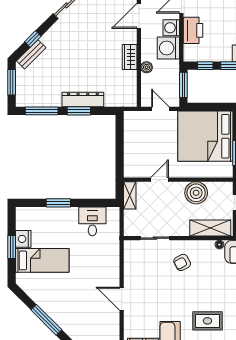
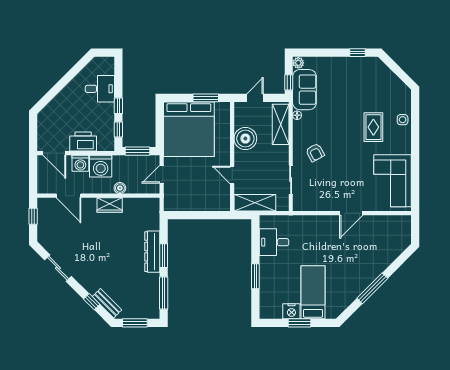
shelving: (130, 195) -> (255, 203), width x1.50, depth x1.33

